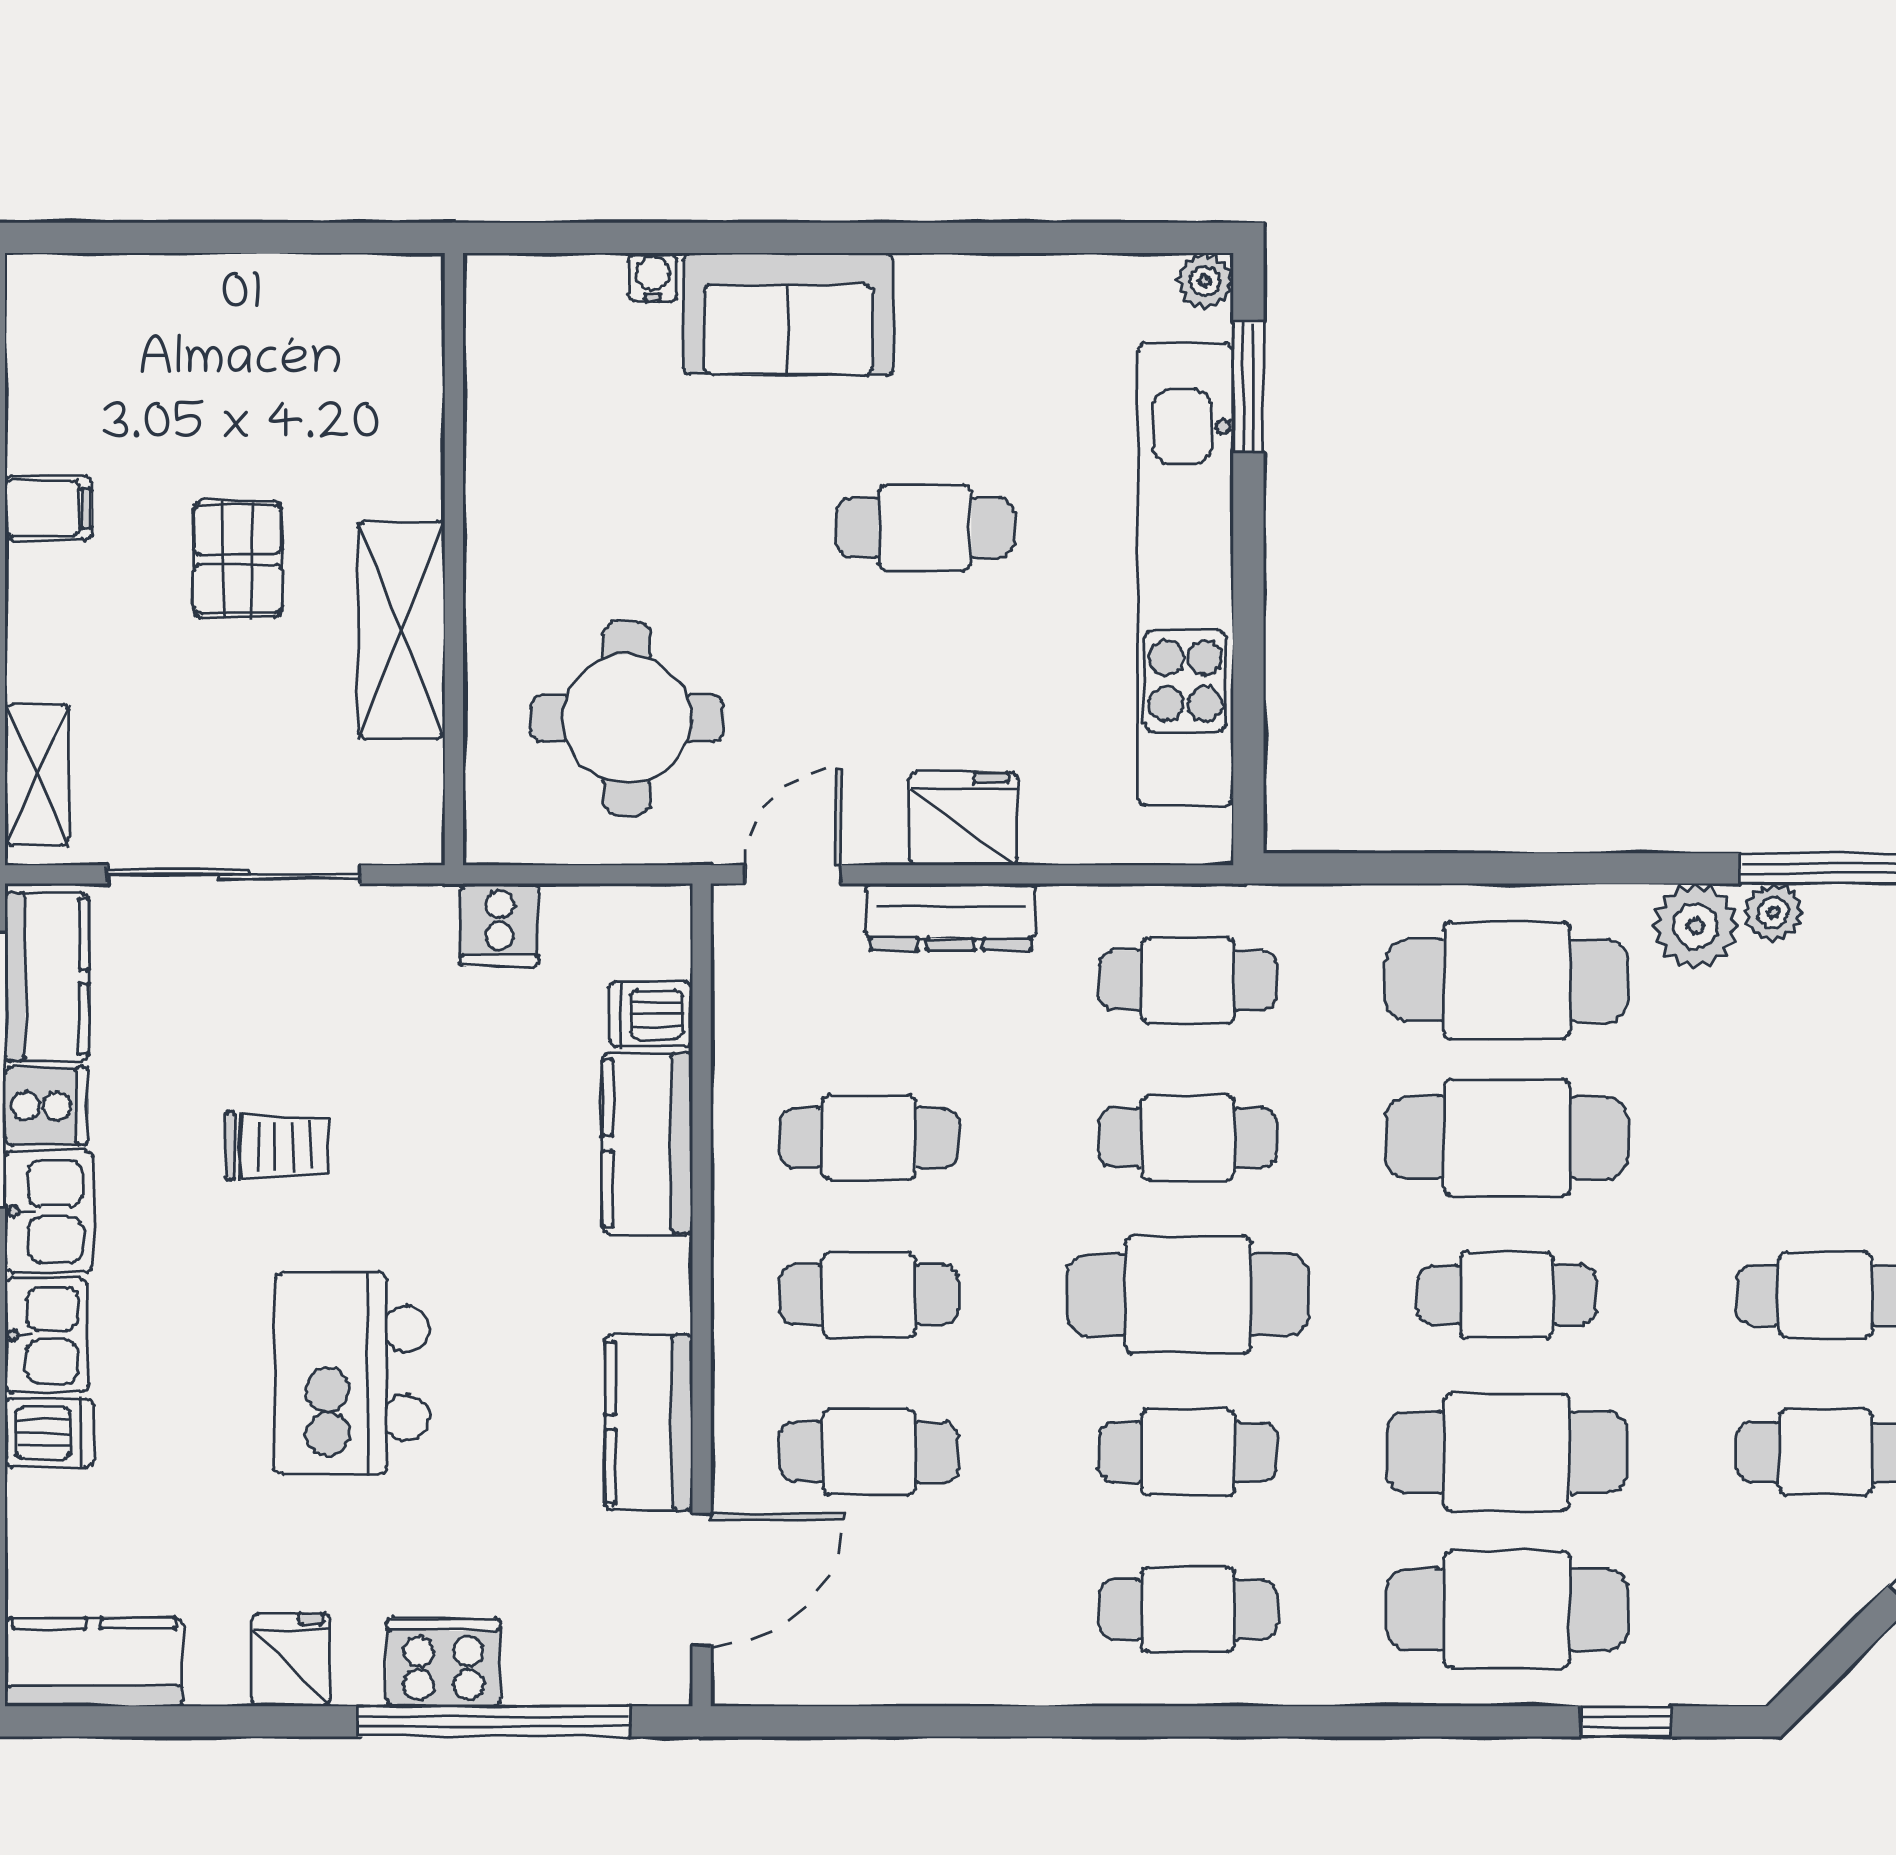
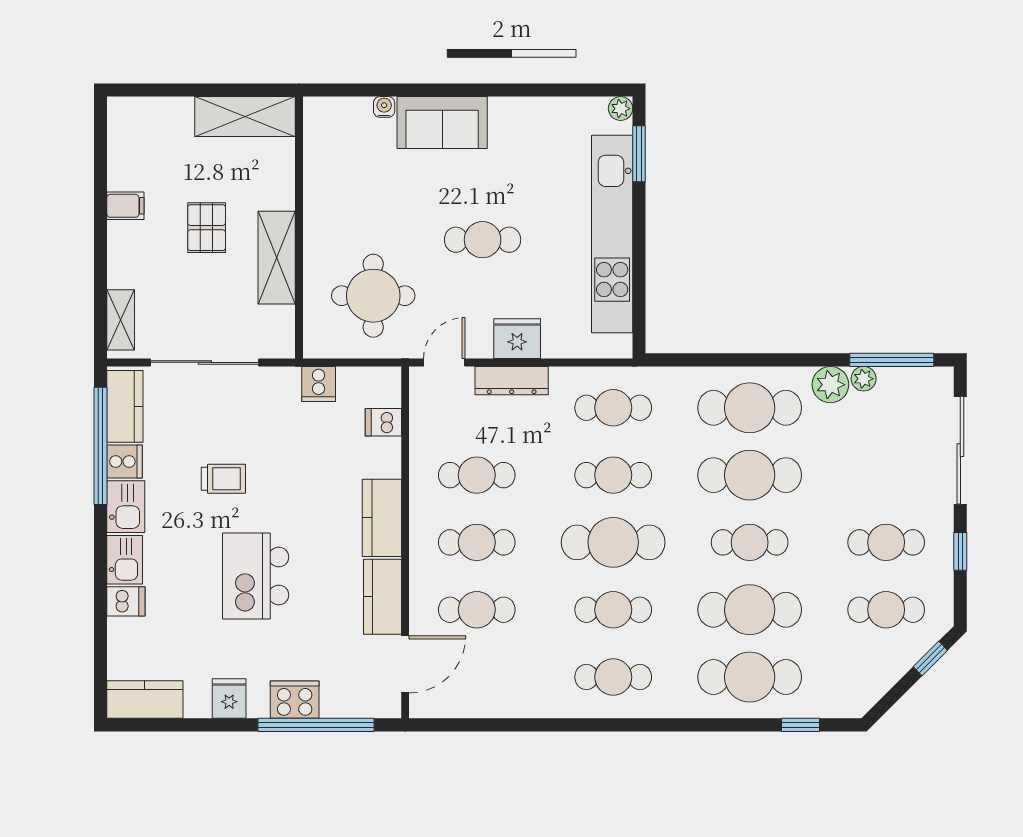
shelving: (328, 300) -> (245, 117), added
cafe table: (925, 528) -> (483, 240), moved
kitchen counter: (647, 1143) -> (382, 518), moved

